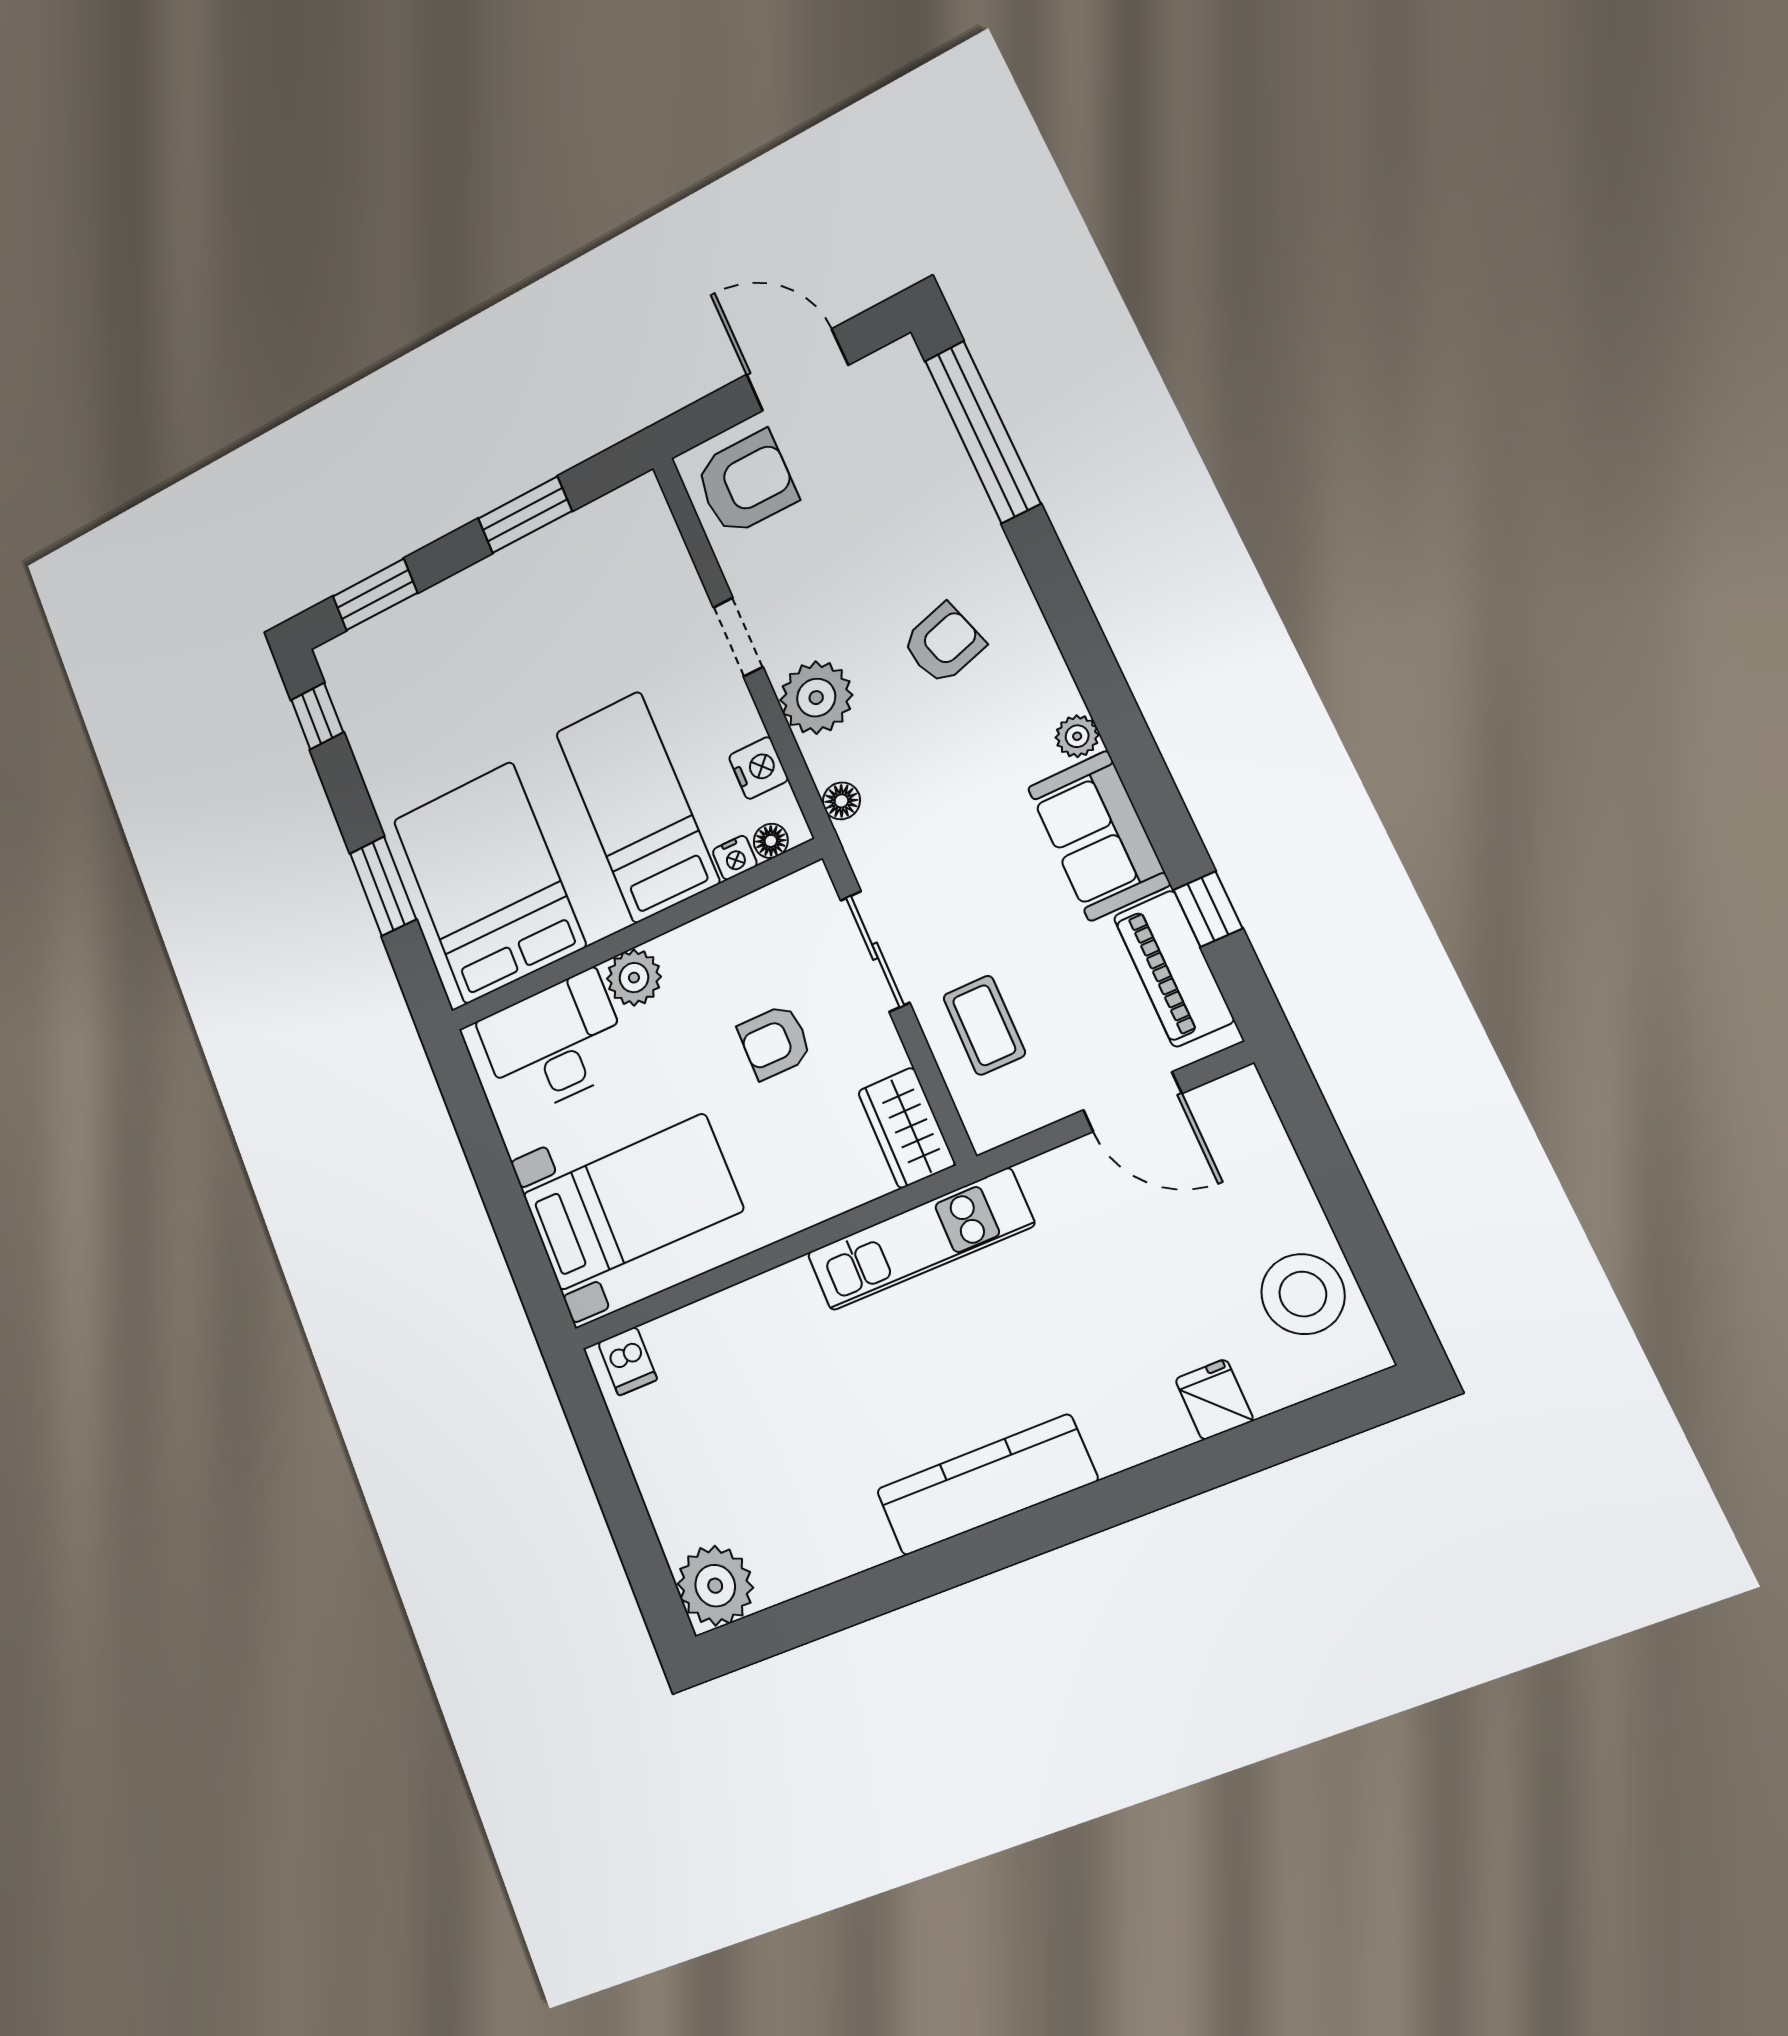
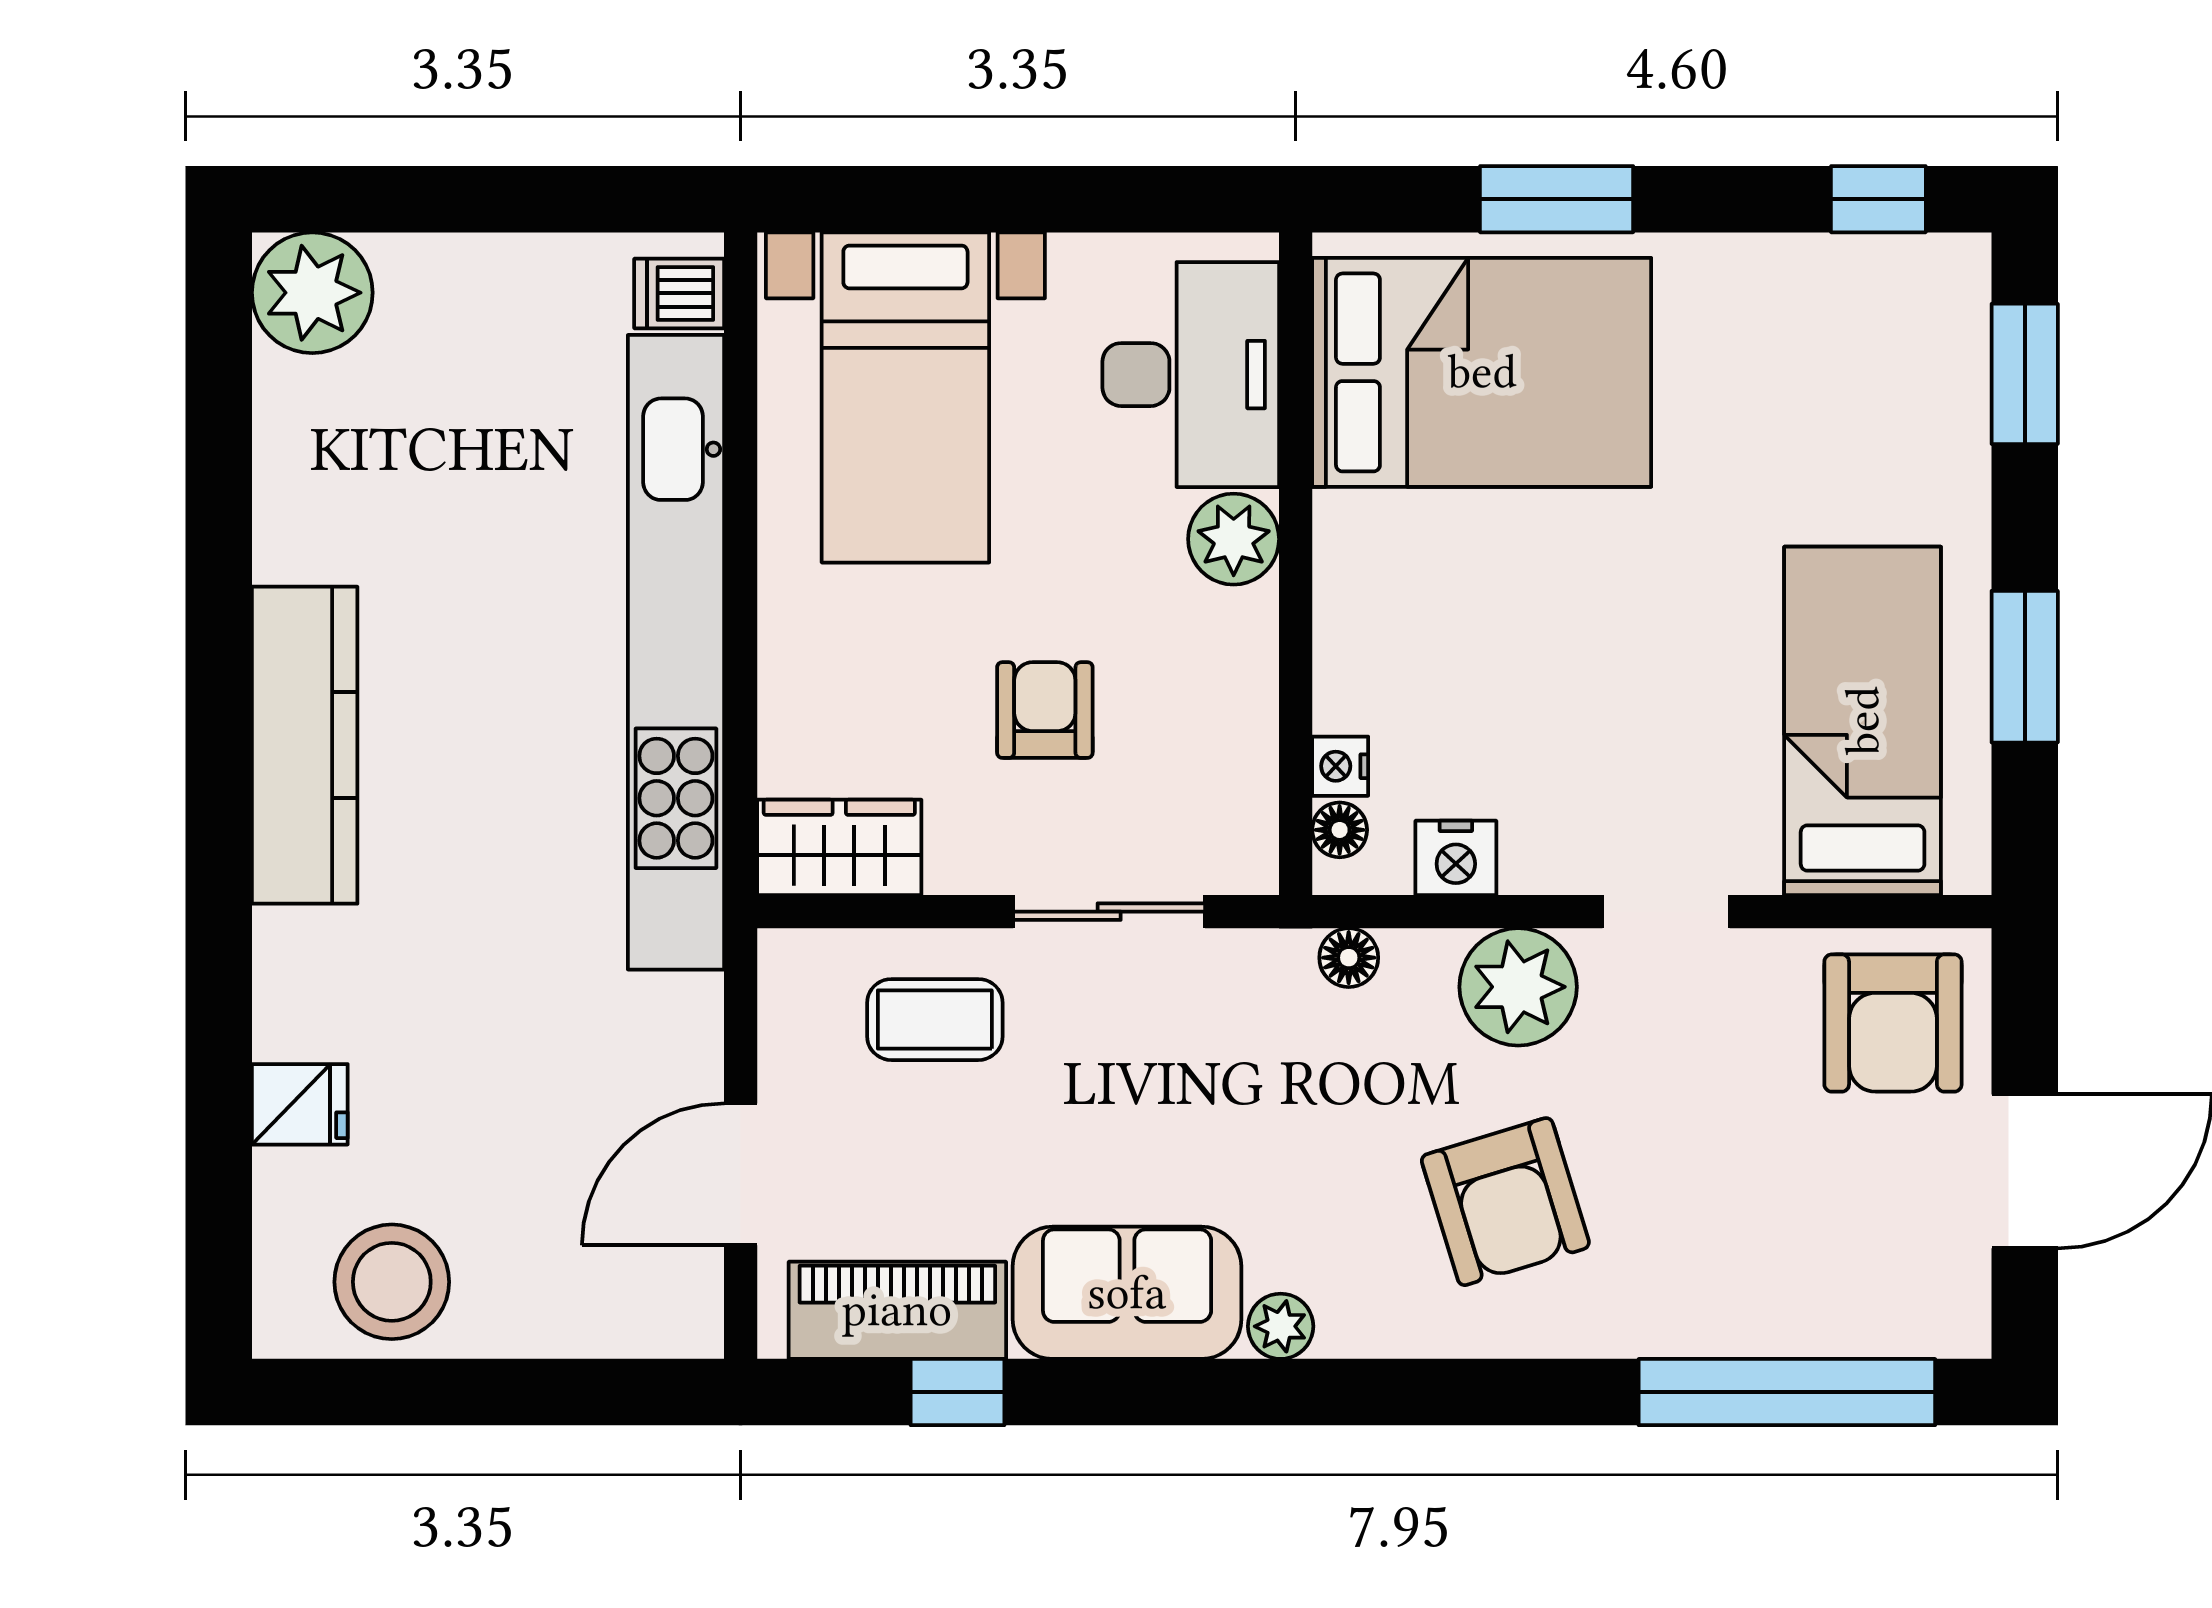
armchair: (943, 644) -> (1505, 1202), width x1.38, depth x1.38
bed: (637, 807) -> (1863, 721), moved, turned -90
kitchen unit: (920, 1239) -> (676, 652), width x1.86

